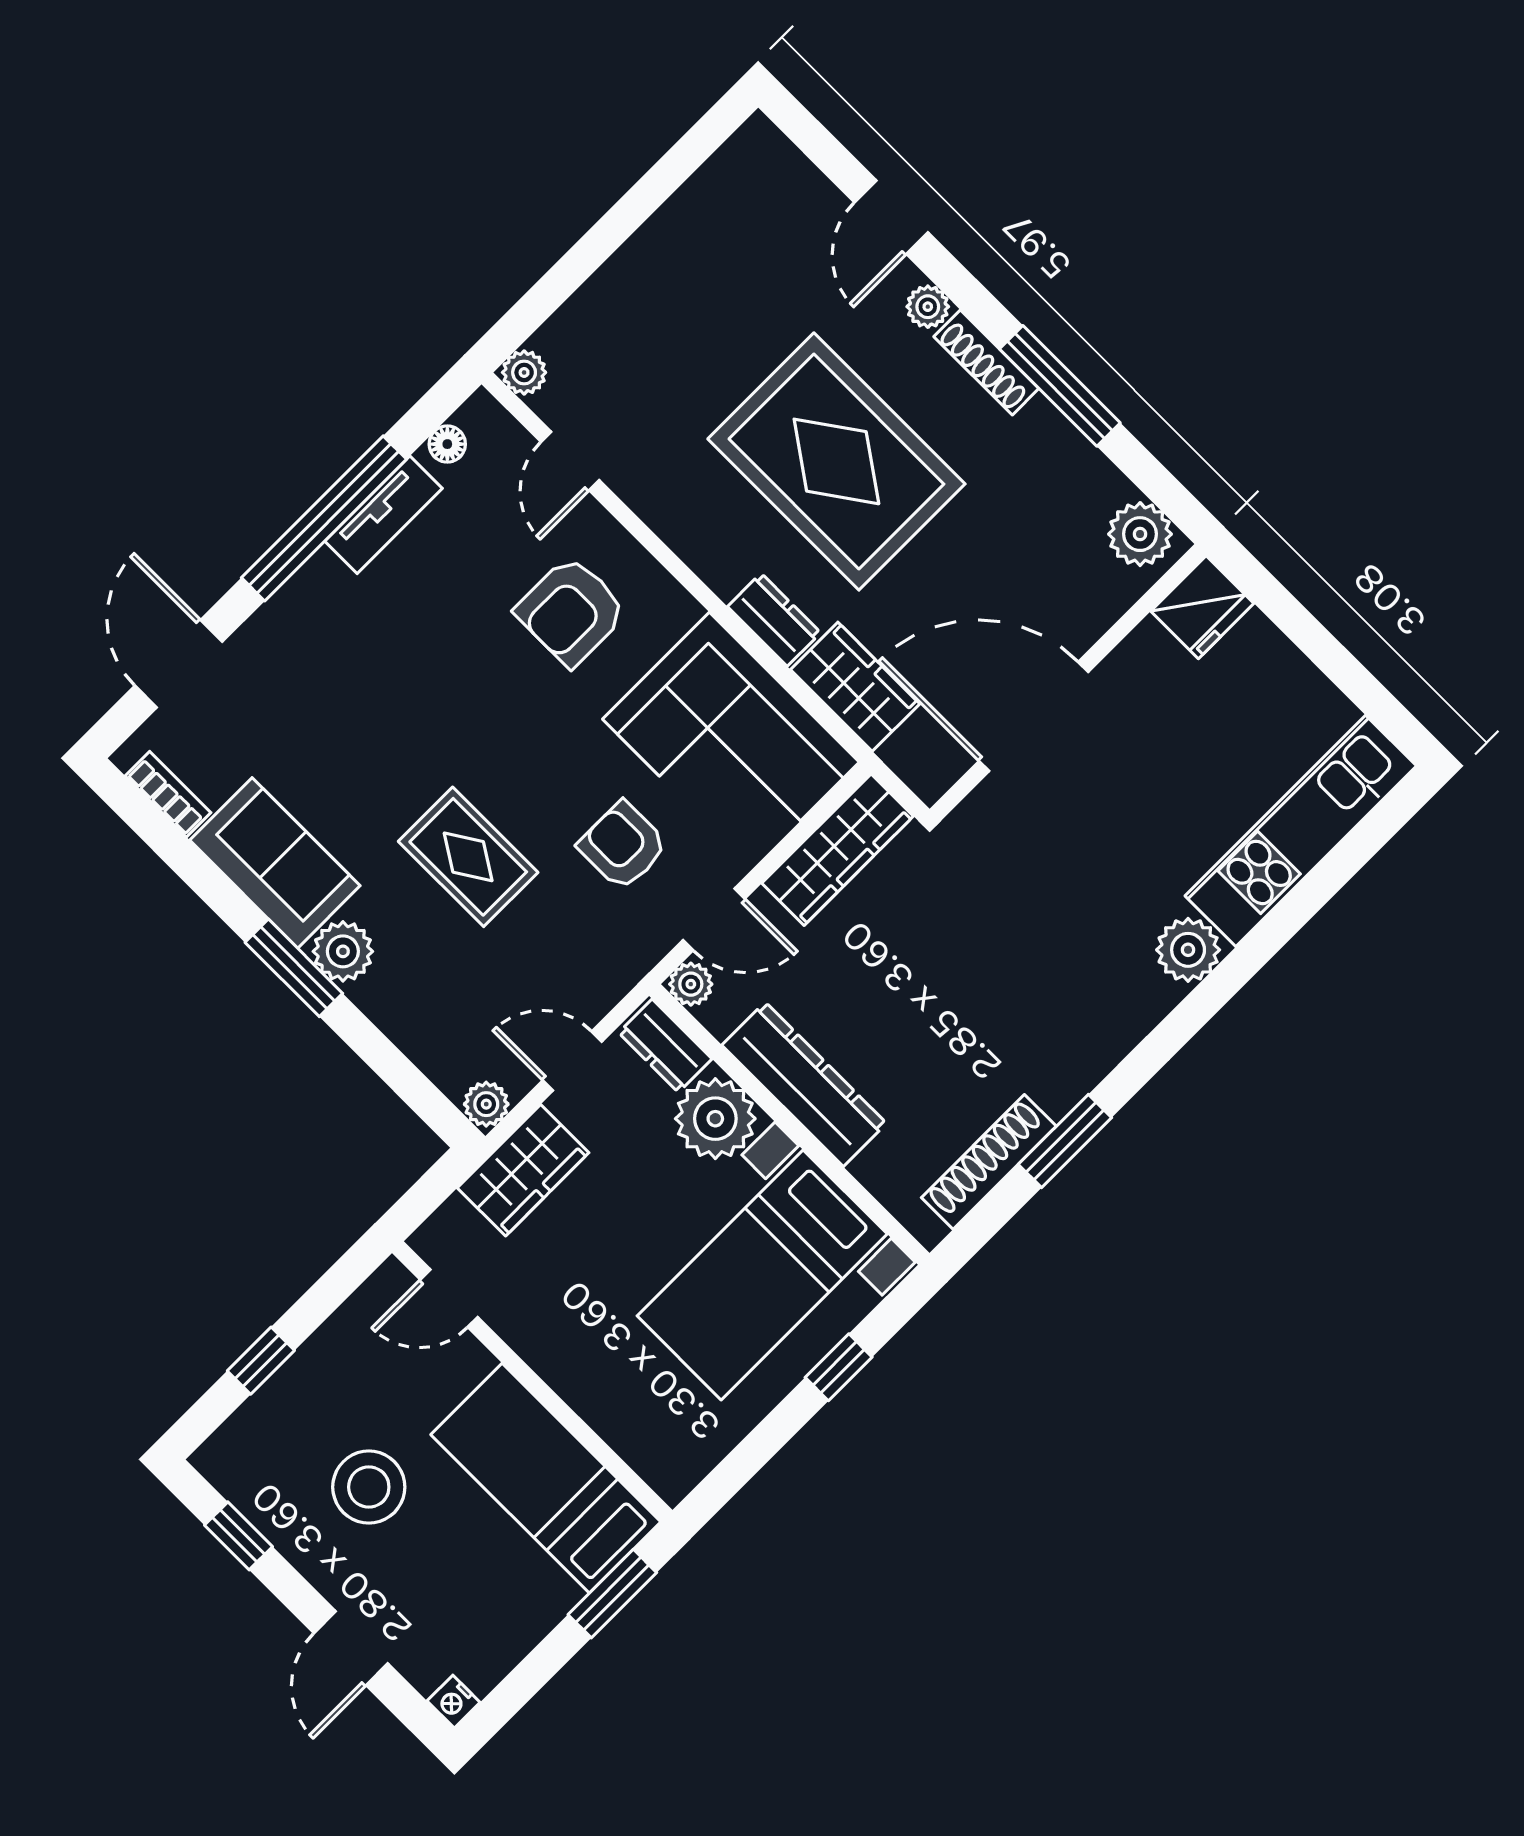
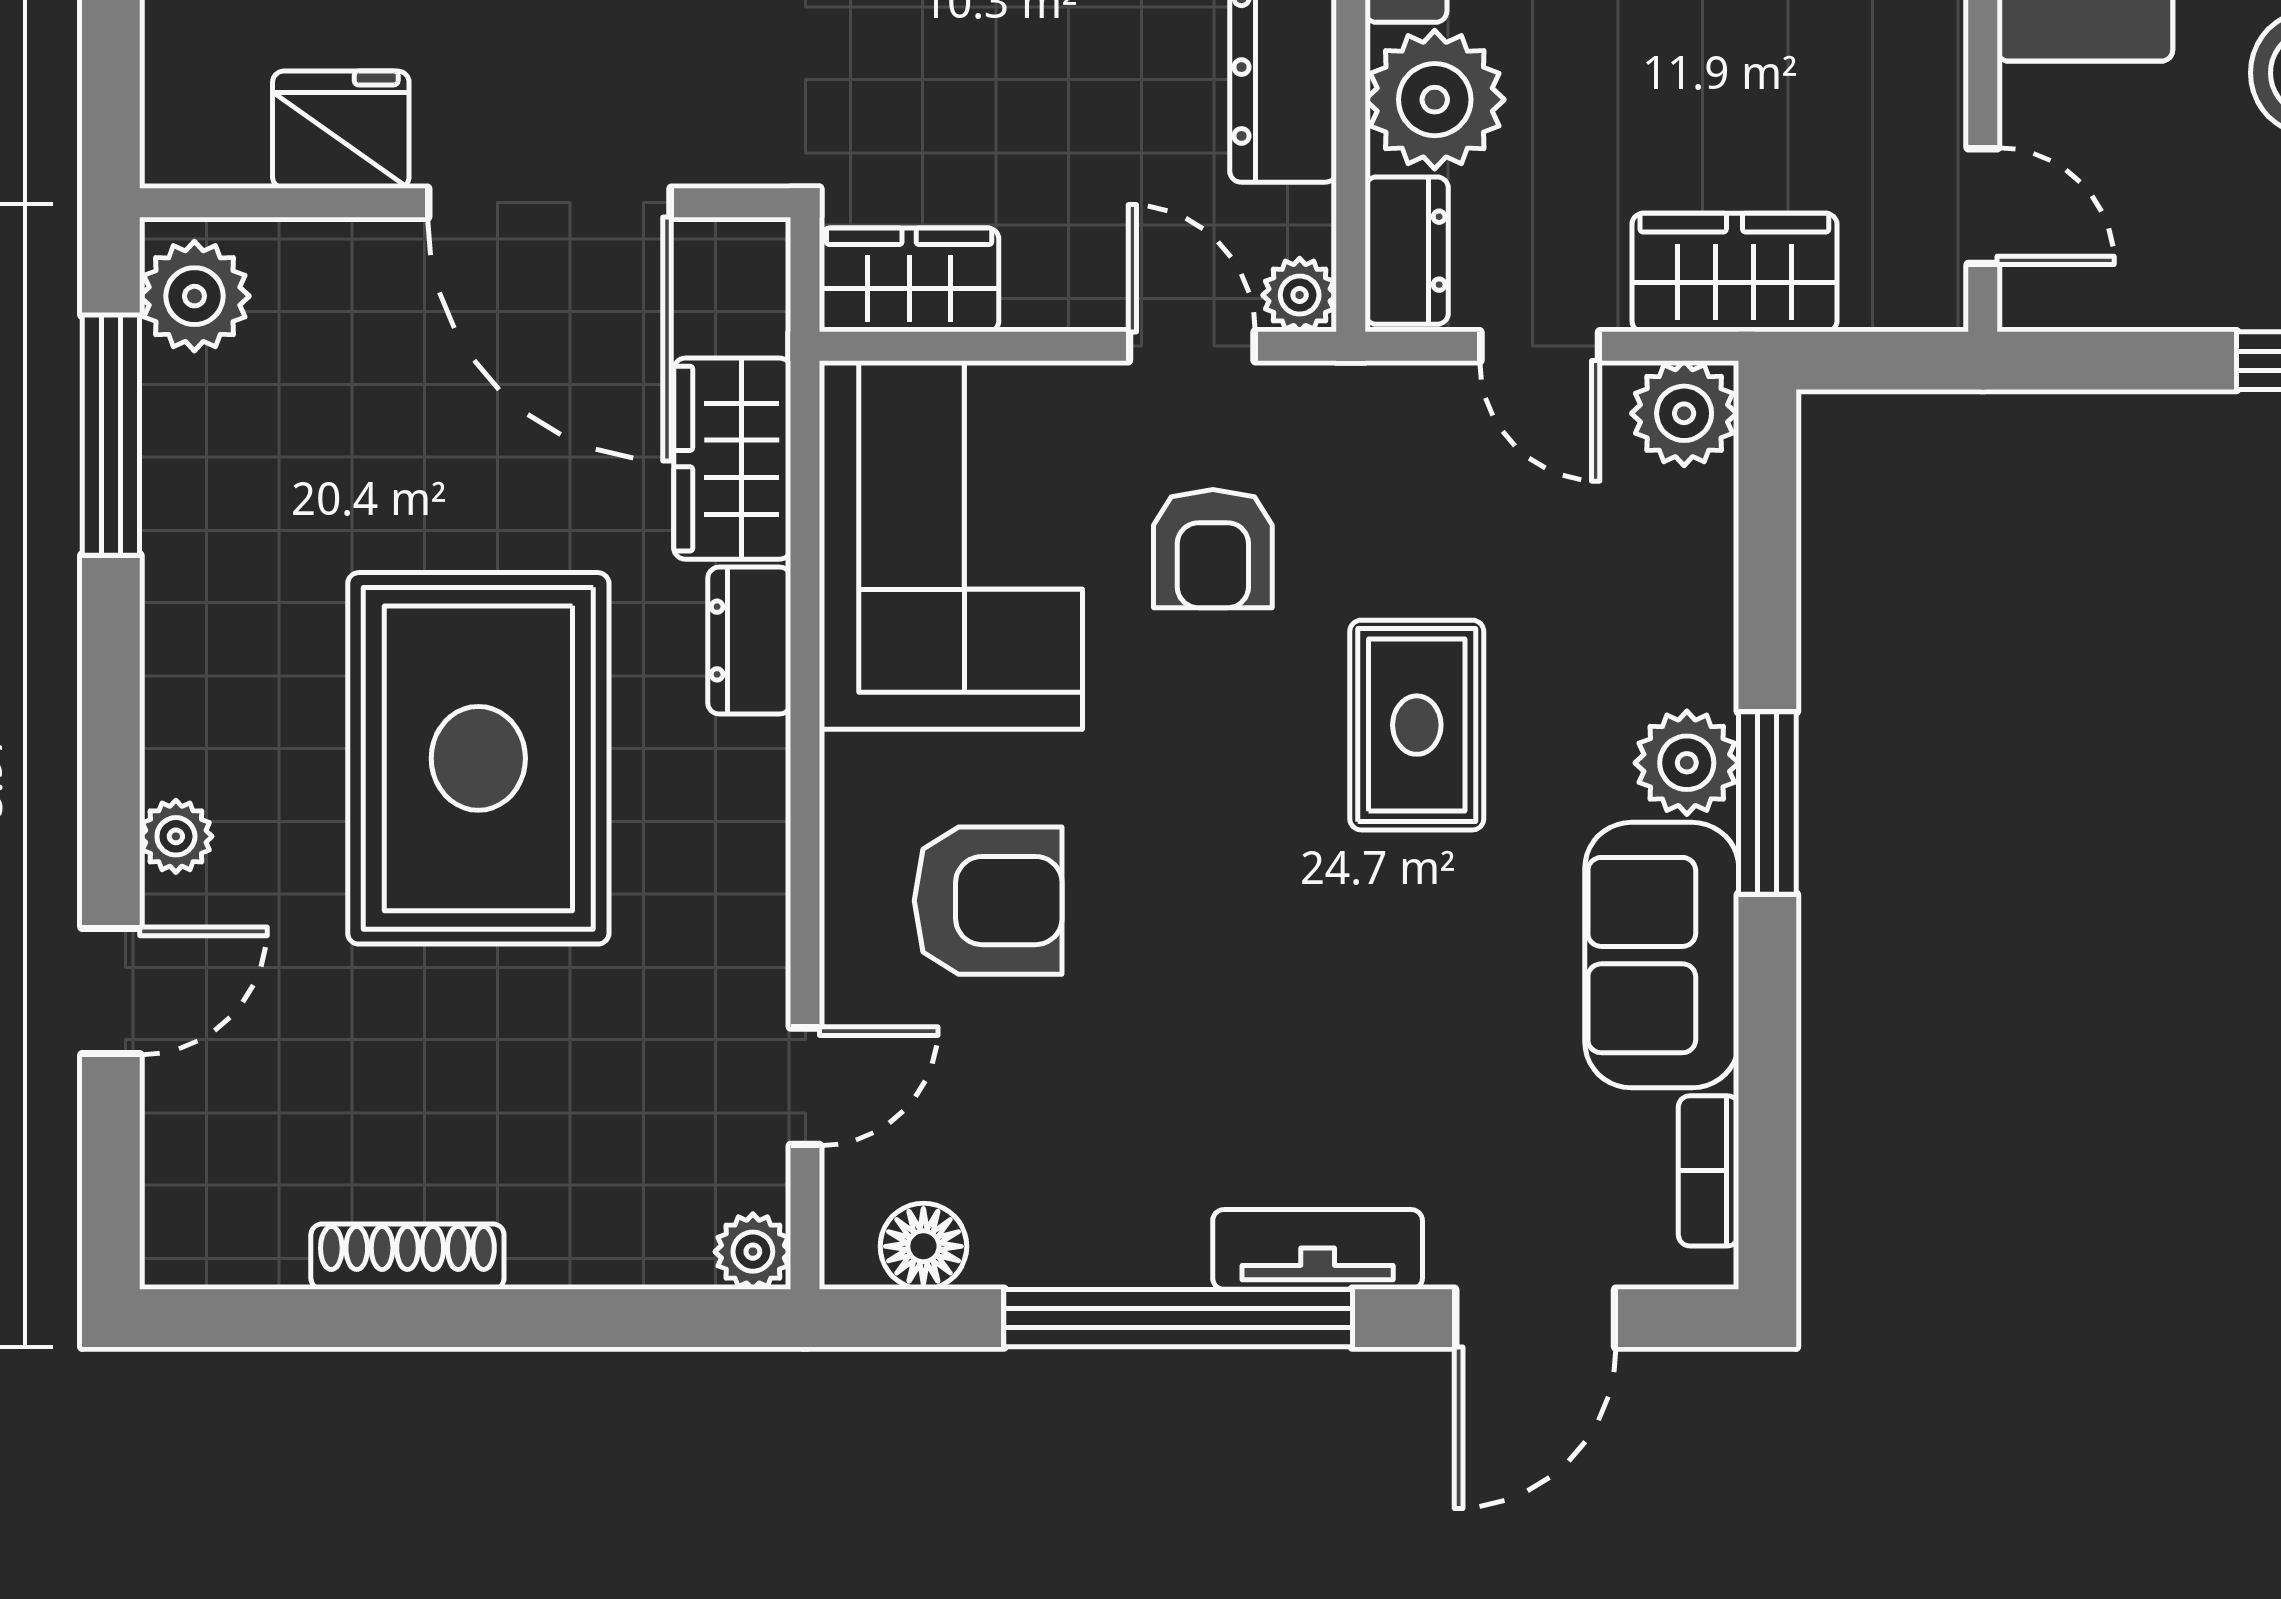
shoe rack: (986, 362) -> (407, 1257), moved, turned -90
window: (1060, 386) -> (111, 435), moved
floor lamp: (447, 444) -> (923, 1246), width x1.37, depth x1.37
tv unit: (384, 515) -> (1318, 1249), moved
fridge: (1202, 607) -> (341, 130), moved
wardrobe: (838, 850) -> (909, 280), width x0.67
plant: (486, 1104) -> (1684, 413), width x1.38, depth x1.38

